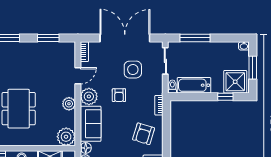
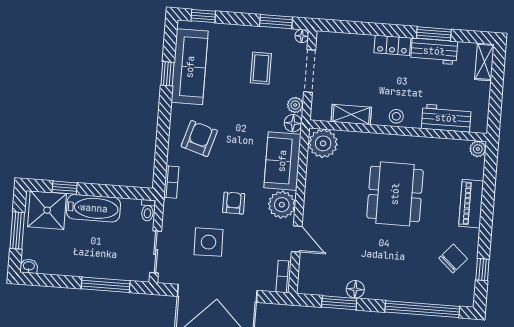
floor lamp: (39, 47) -> (355, 289), added
door: (78, 76) -> (297, 239), swing flipped
bathtub: (194, 85) -> (94, 208), moved
plant: (69, 104) -> (314, 196), removed

